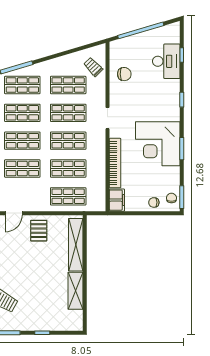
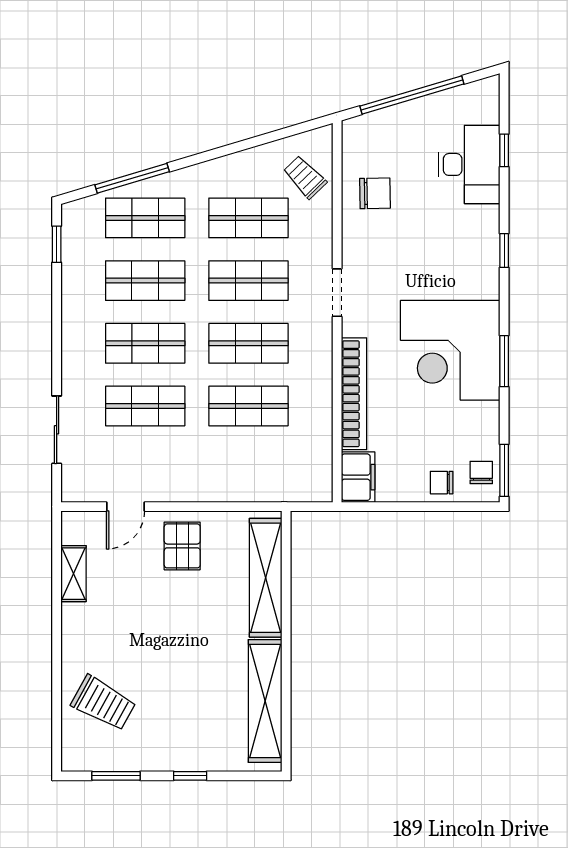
shop shelf: (68, 196) -> (248, 469), removed
shelving: (76, 291) -> (265, 701), width x1.47

